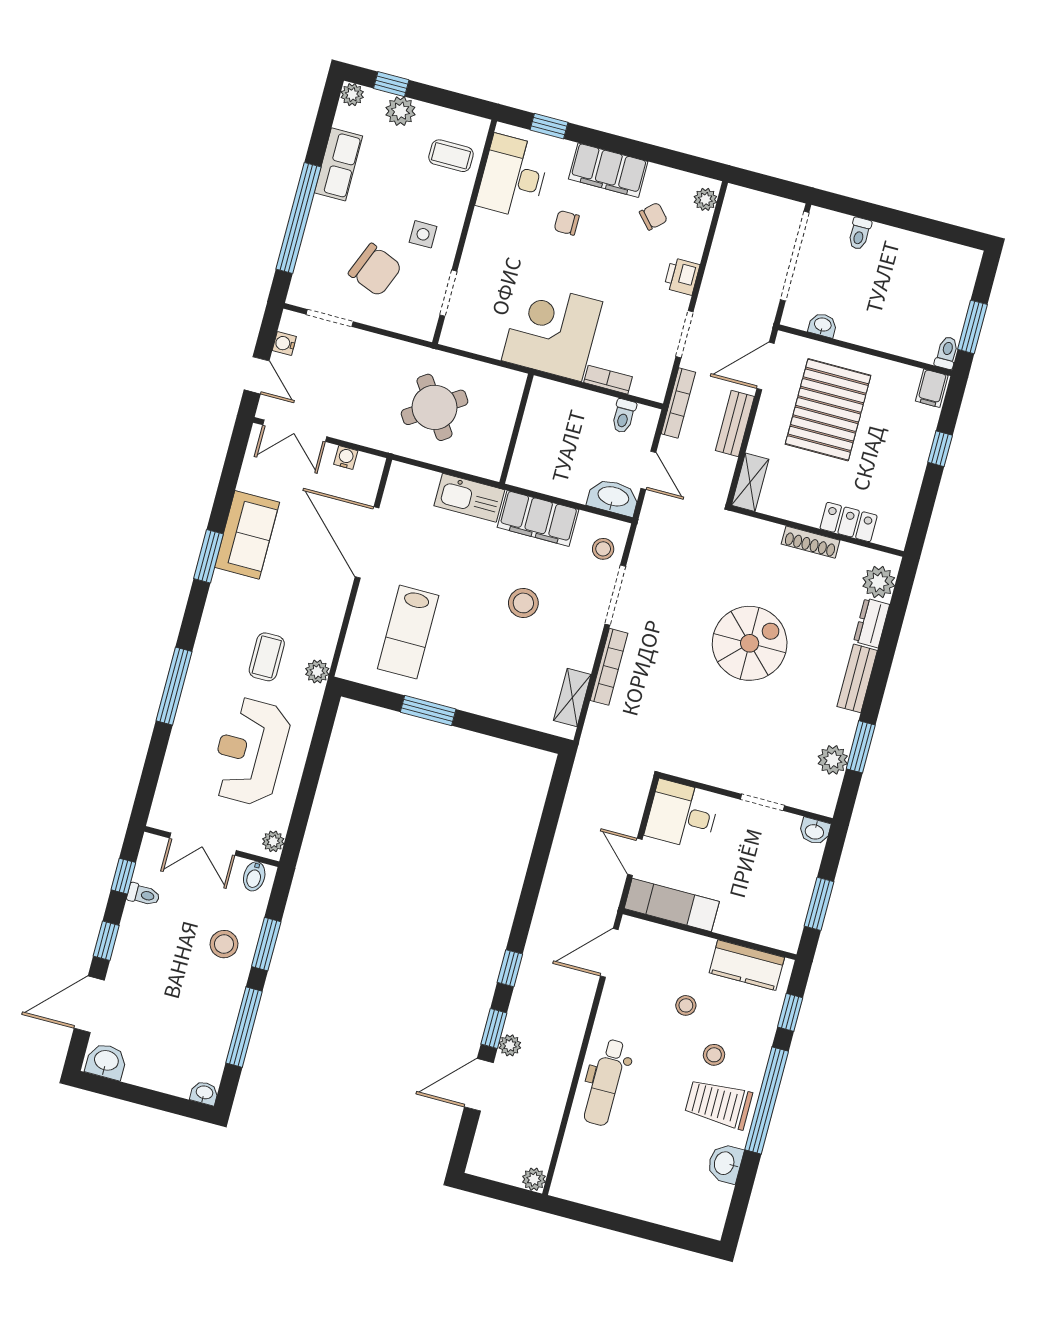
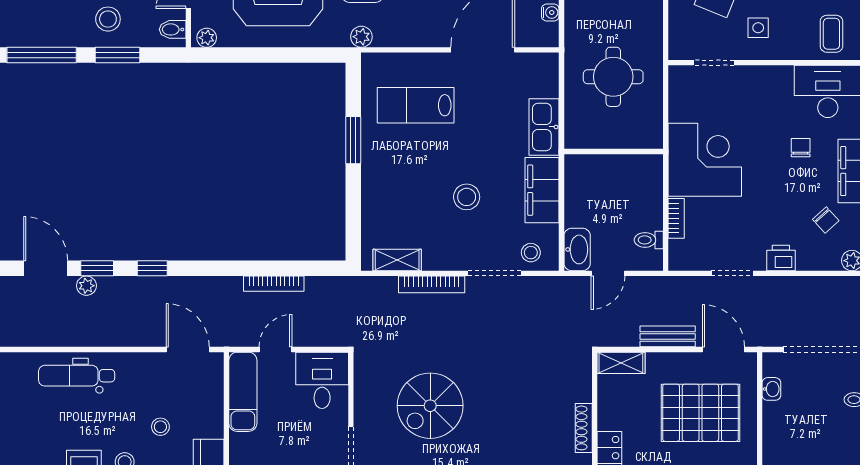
bookcase: (678, 403) -> (274, 284), moved
round table: (435, 407) -> (613, 77), turned 34
spiral stairs: (750, 643) -> (430, 406), moved, turned 90

